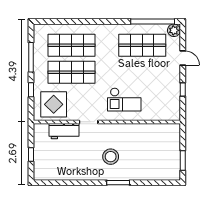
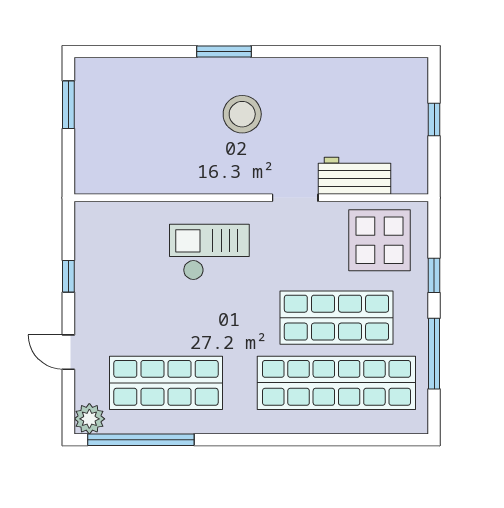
shop shelf: (71, 45) -> (336, 383), width x1.40

